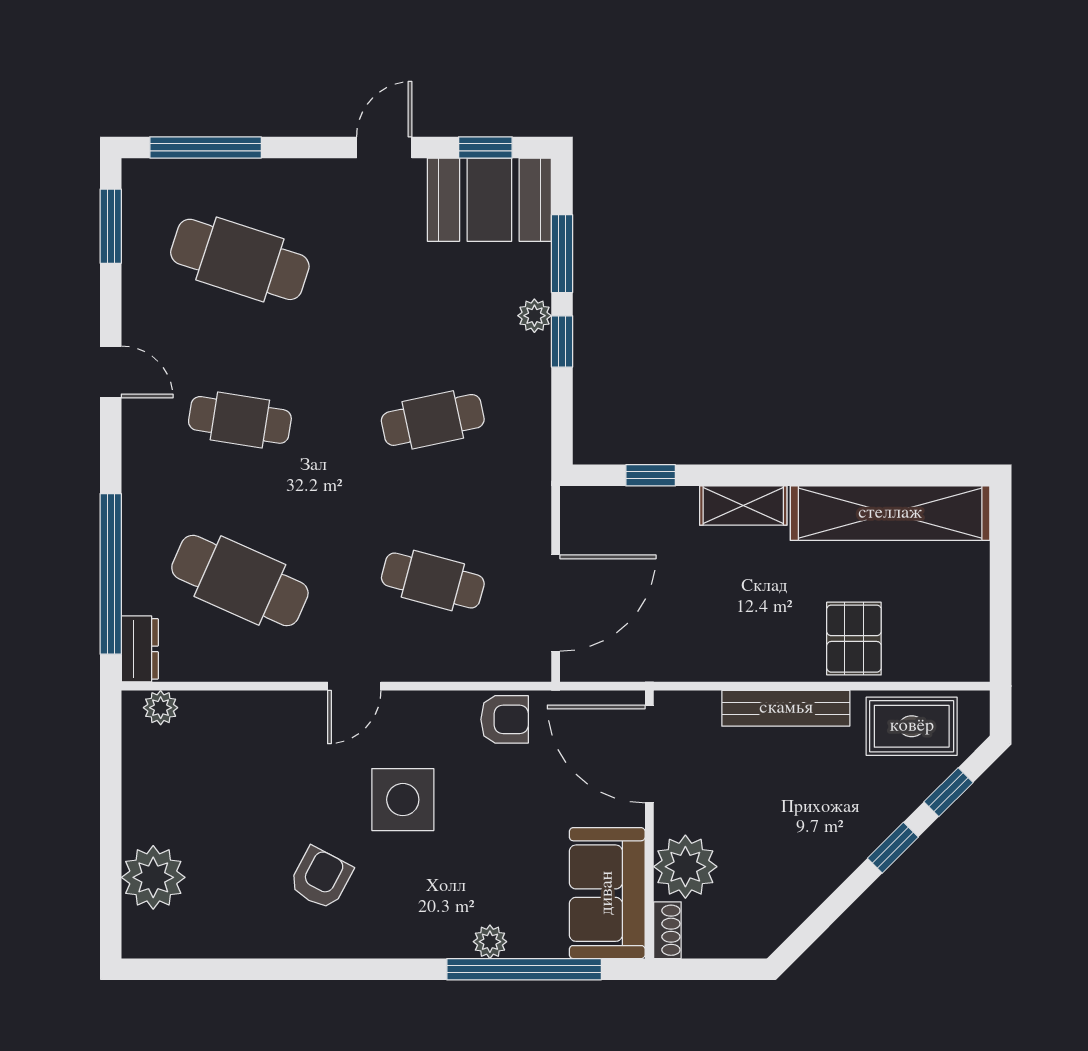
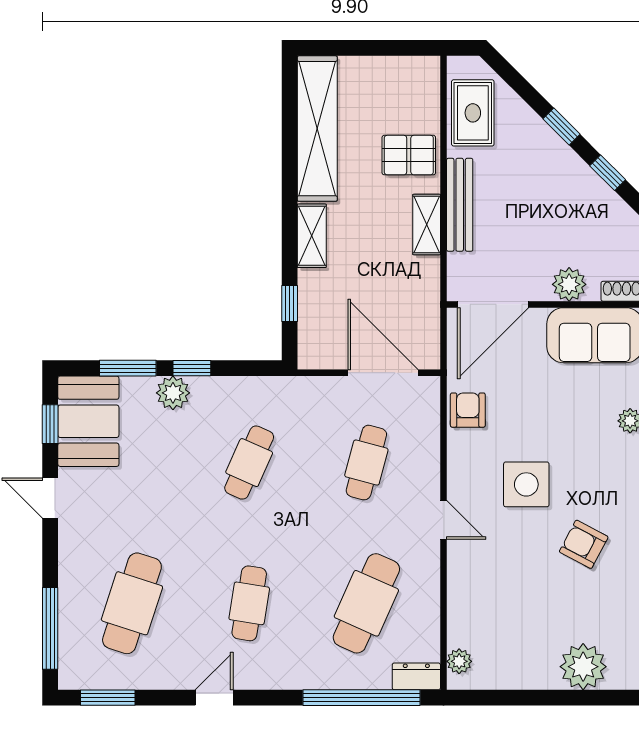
plant: (534, 316) -> (173, 393), width x1.38, depth x1.38
cafe table: (433, 420) -> (249, 463), turned 36
shelving: (759, 663) -> (427, 224), added
window: (948, 792) -> (608, 173), moved
plant: (685, 867) -> (569, 284), width x0.73, depth x0.73

